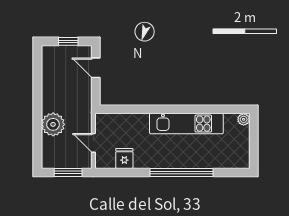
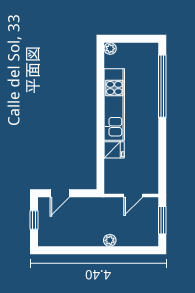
plant: (53, 124) -> (110, 240), width x0.53, depth x0.53
fridge: (124, 158) -> (114, 150), moved, turned 180
window: (181, 172) -> (162, 86), moved

